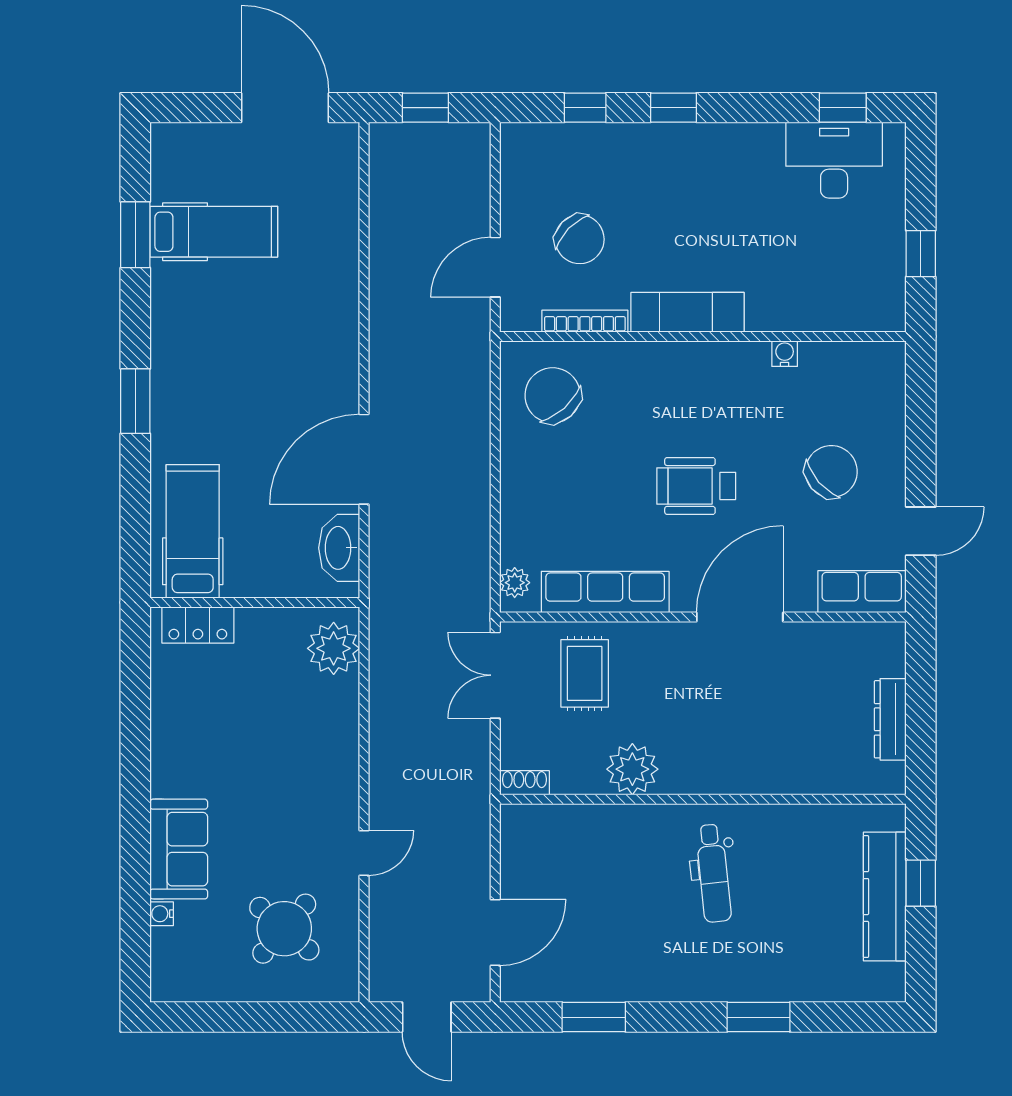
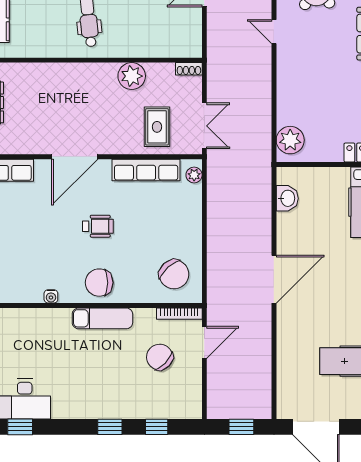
bookcase: (585, 321) -> (179, 314), moved
door: (364, 459) -> (274, 279), moved
chair: (831, 472) -> (99, 283), moved, turned 41
wheelchair: (696, 486) -> (98, 226), width x0.73, depth x0.73
washbasin: (339, 548) -> (287, 198), width x0.72
door: (364, 853) -> (274, 32), hinge flipped

